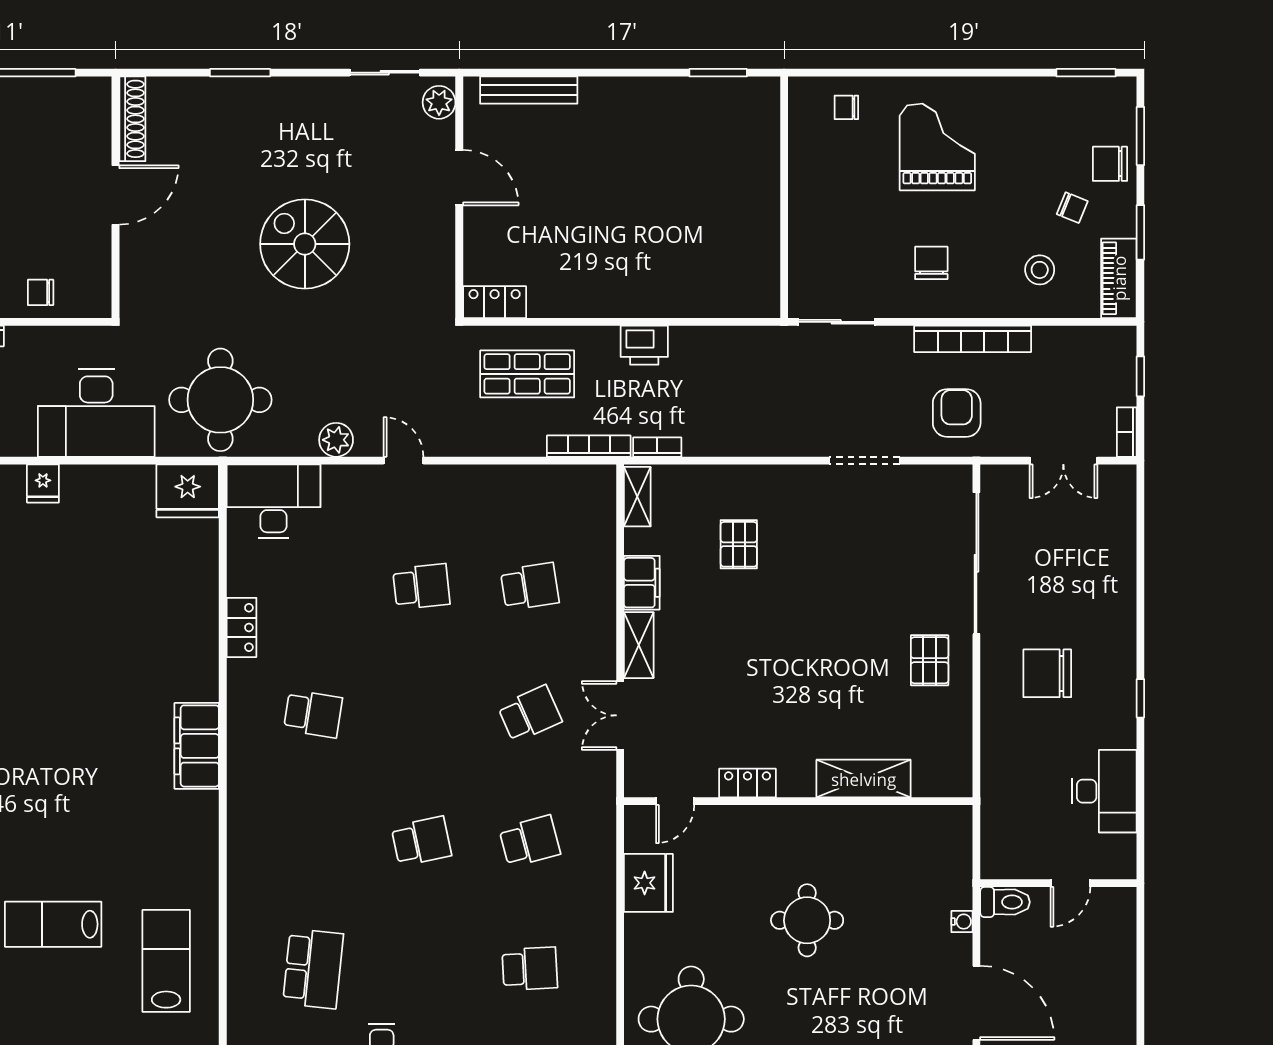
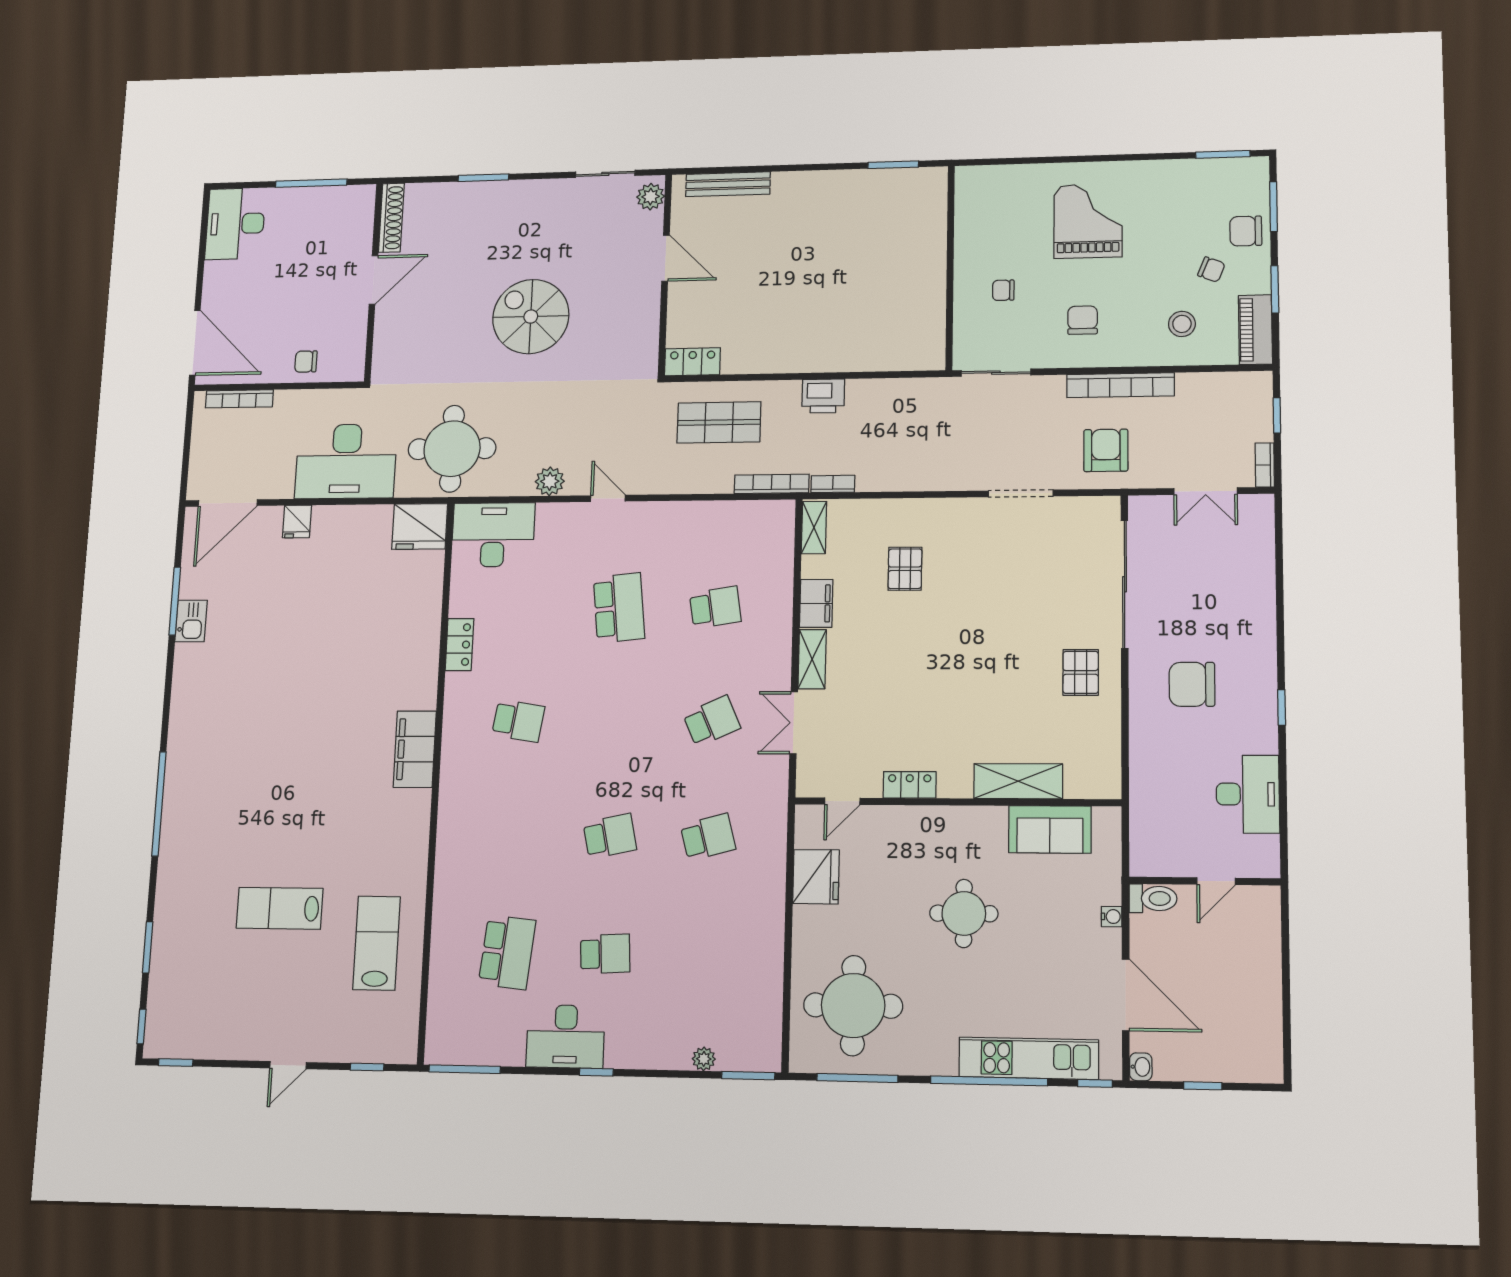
chair: (846, 107) -> (1003, 290), moved
school desk: (421, 586) -> (619, 608), width x1.85
sofa: (897, 830) -> (1050, 829), added
school desk: (530, 969) -> (605, 954), moved

